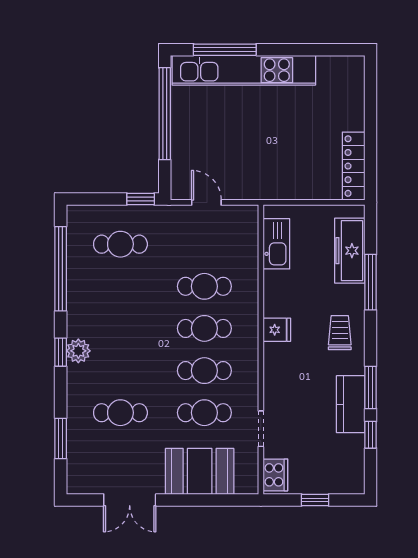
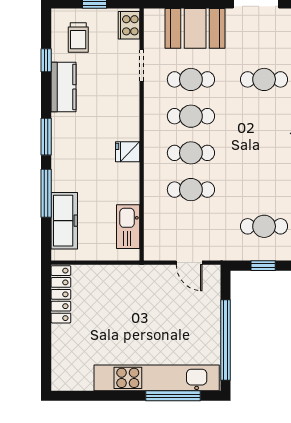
window: (141, 199) -> (263, 266), moved
trolley: (340, 333) -> (78, 38), moved
window: (371, 387) -> (46, 137), moved

